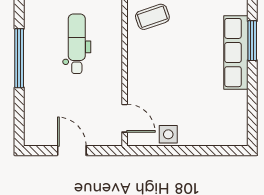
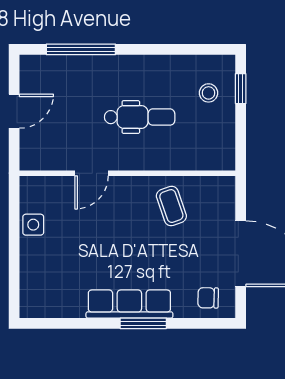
window: (19, 58) -> (81, 49), moved
door: (125, 118) -> (92, 173), moved

